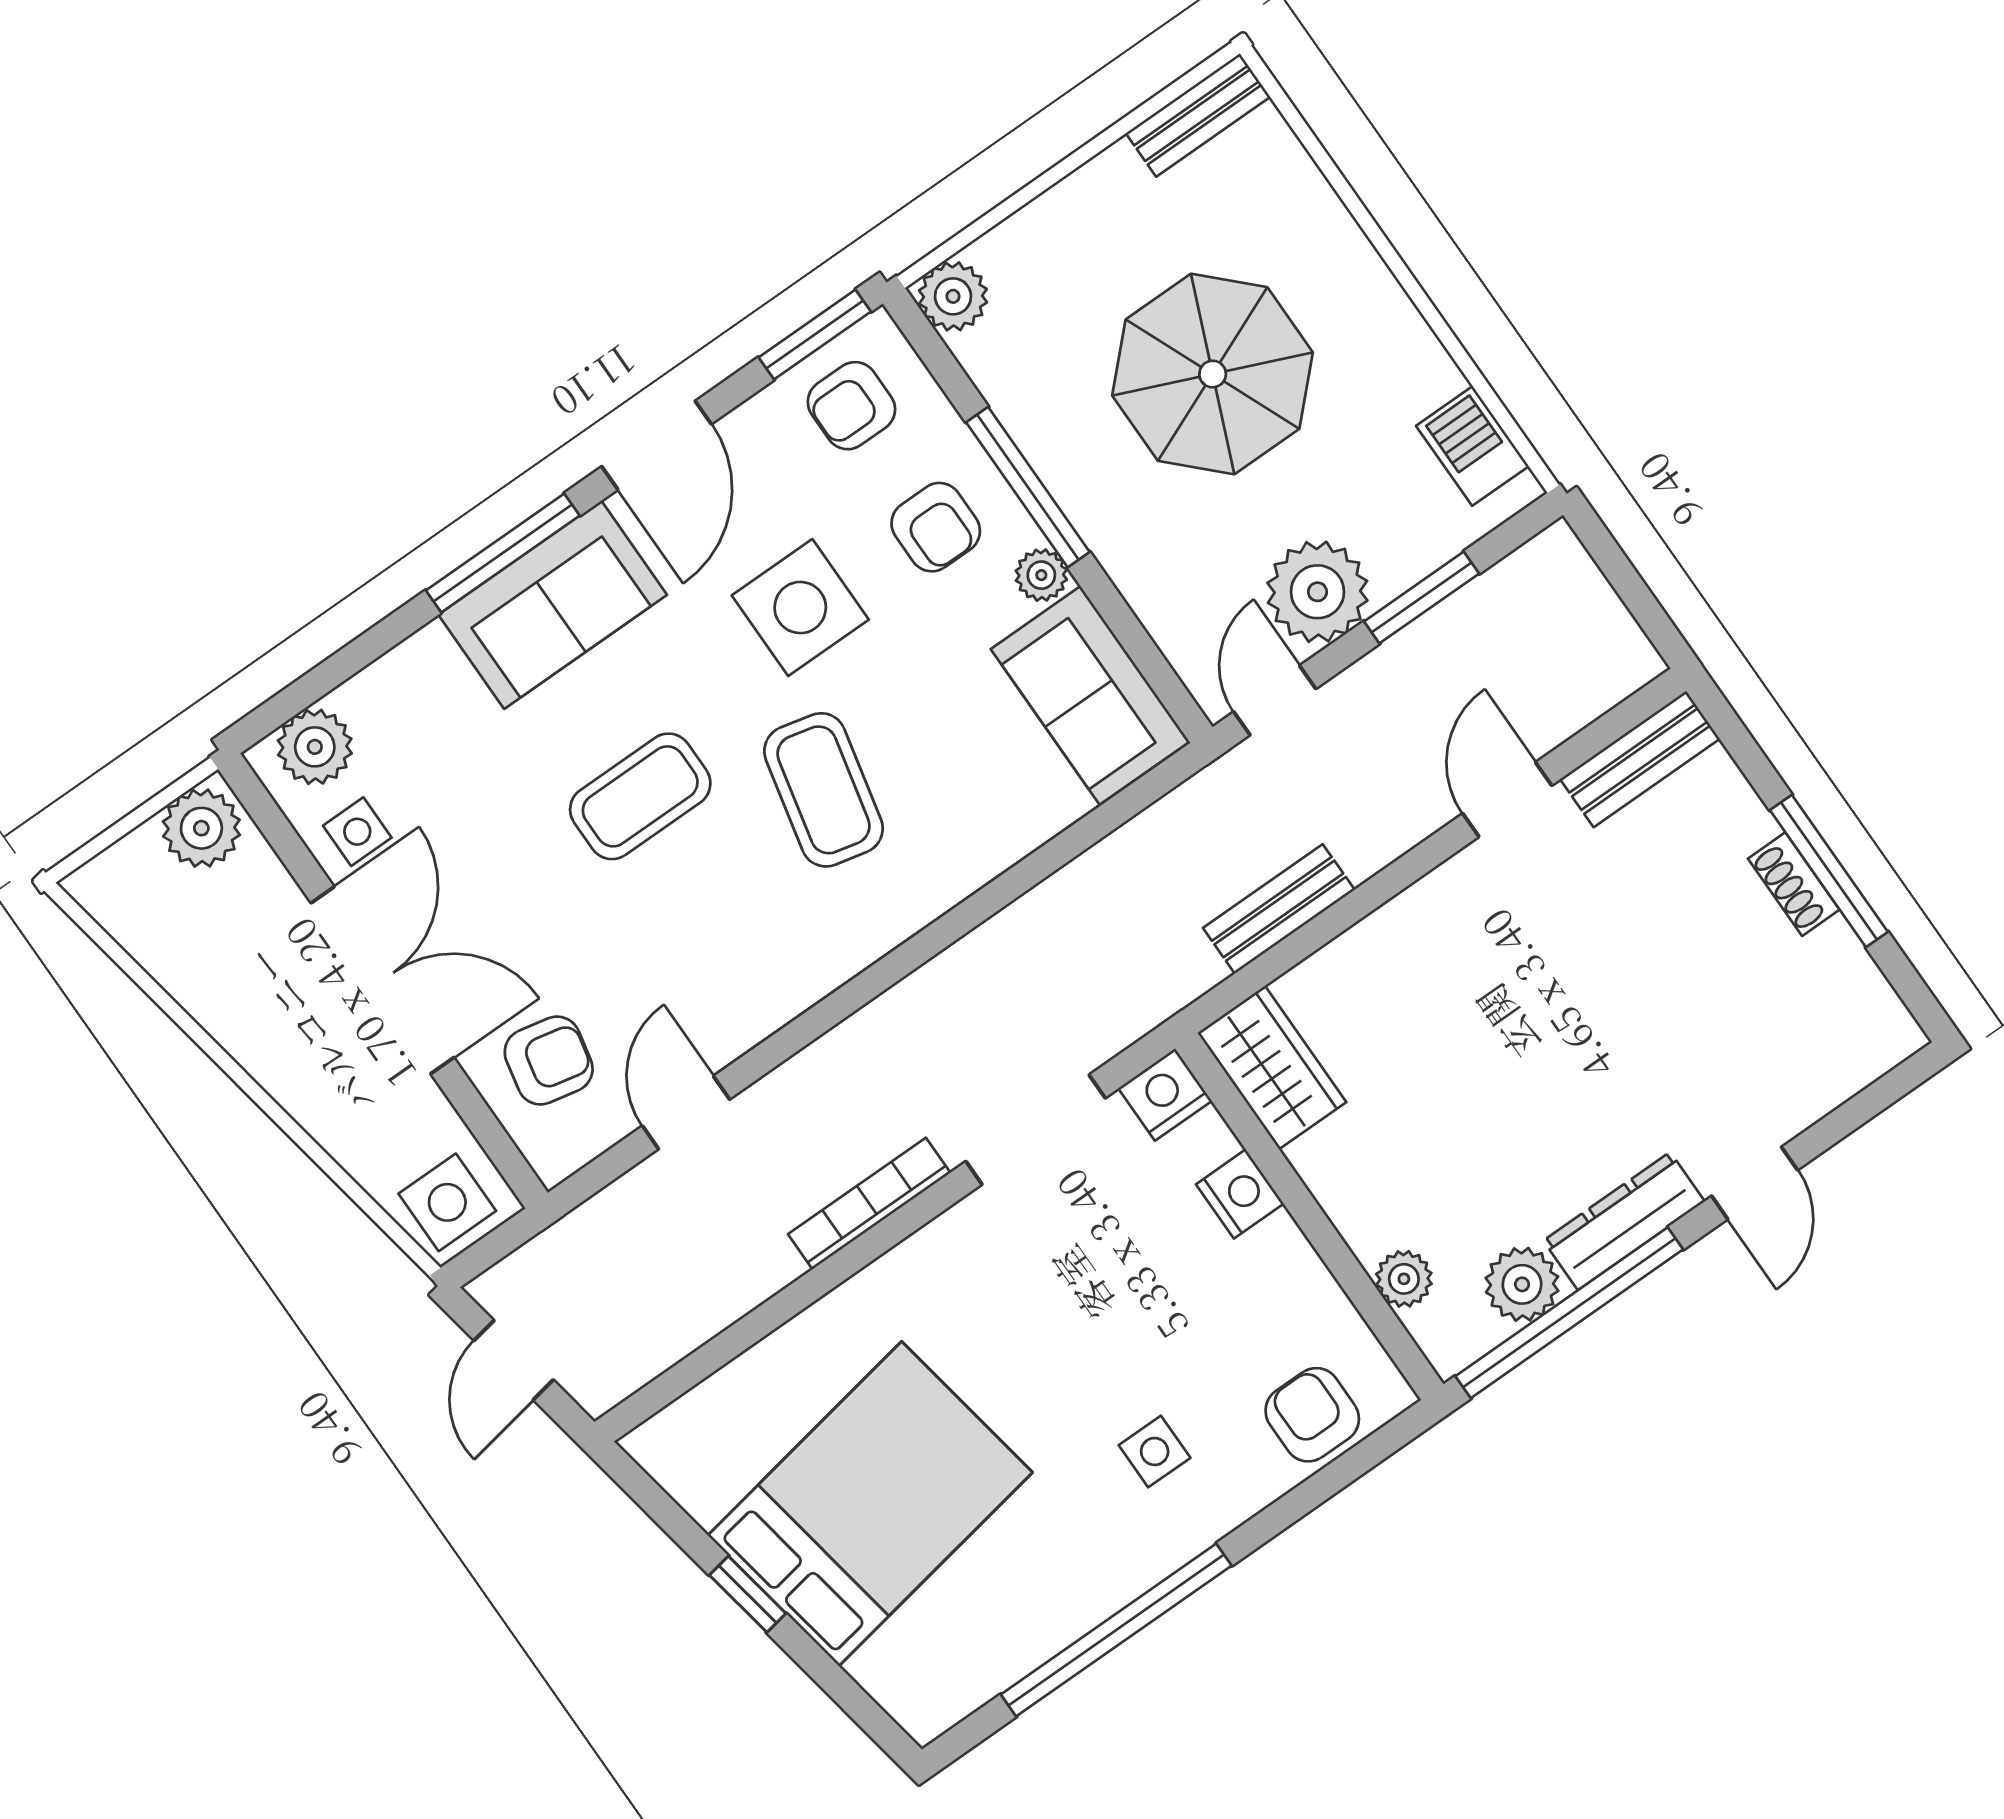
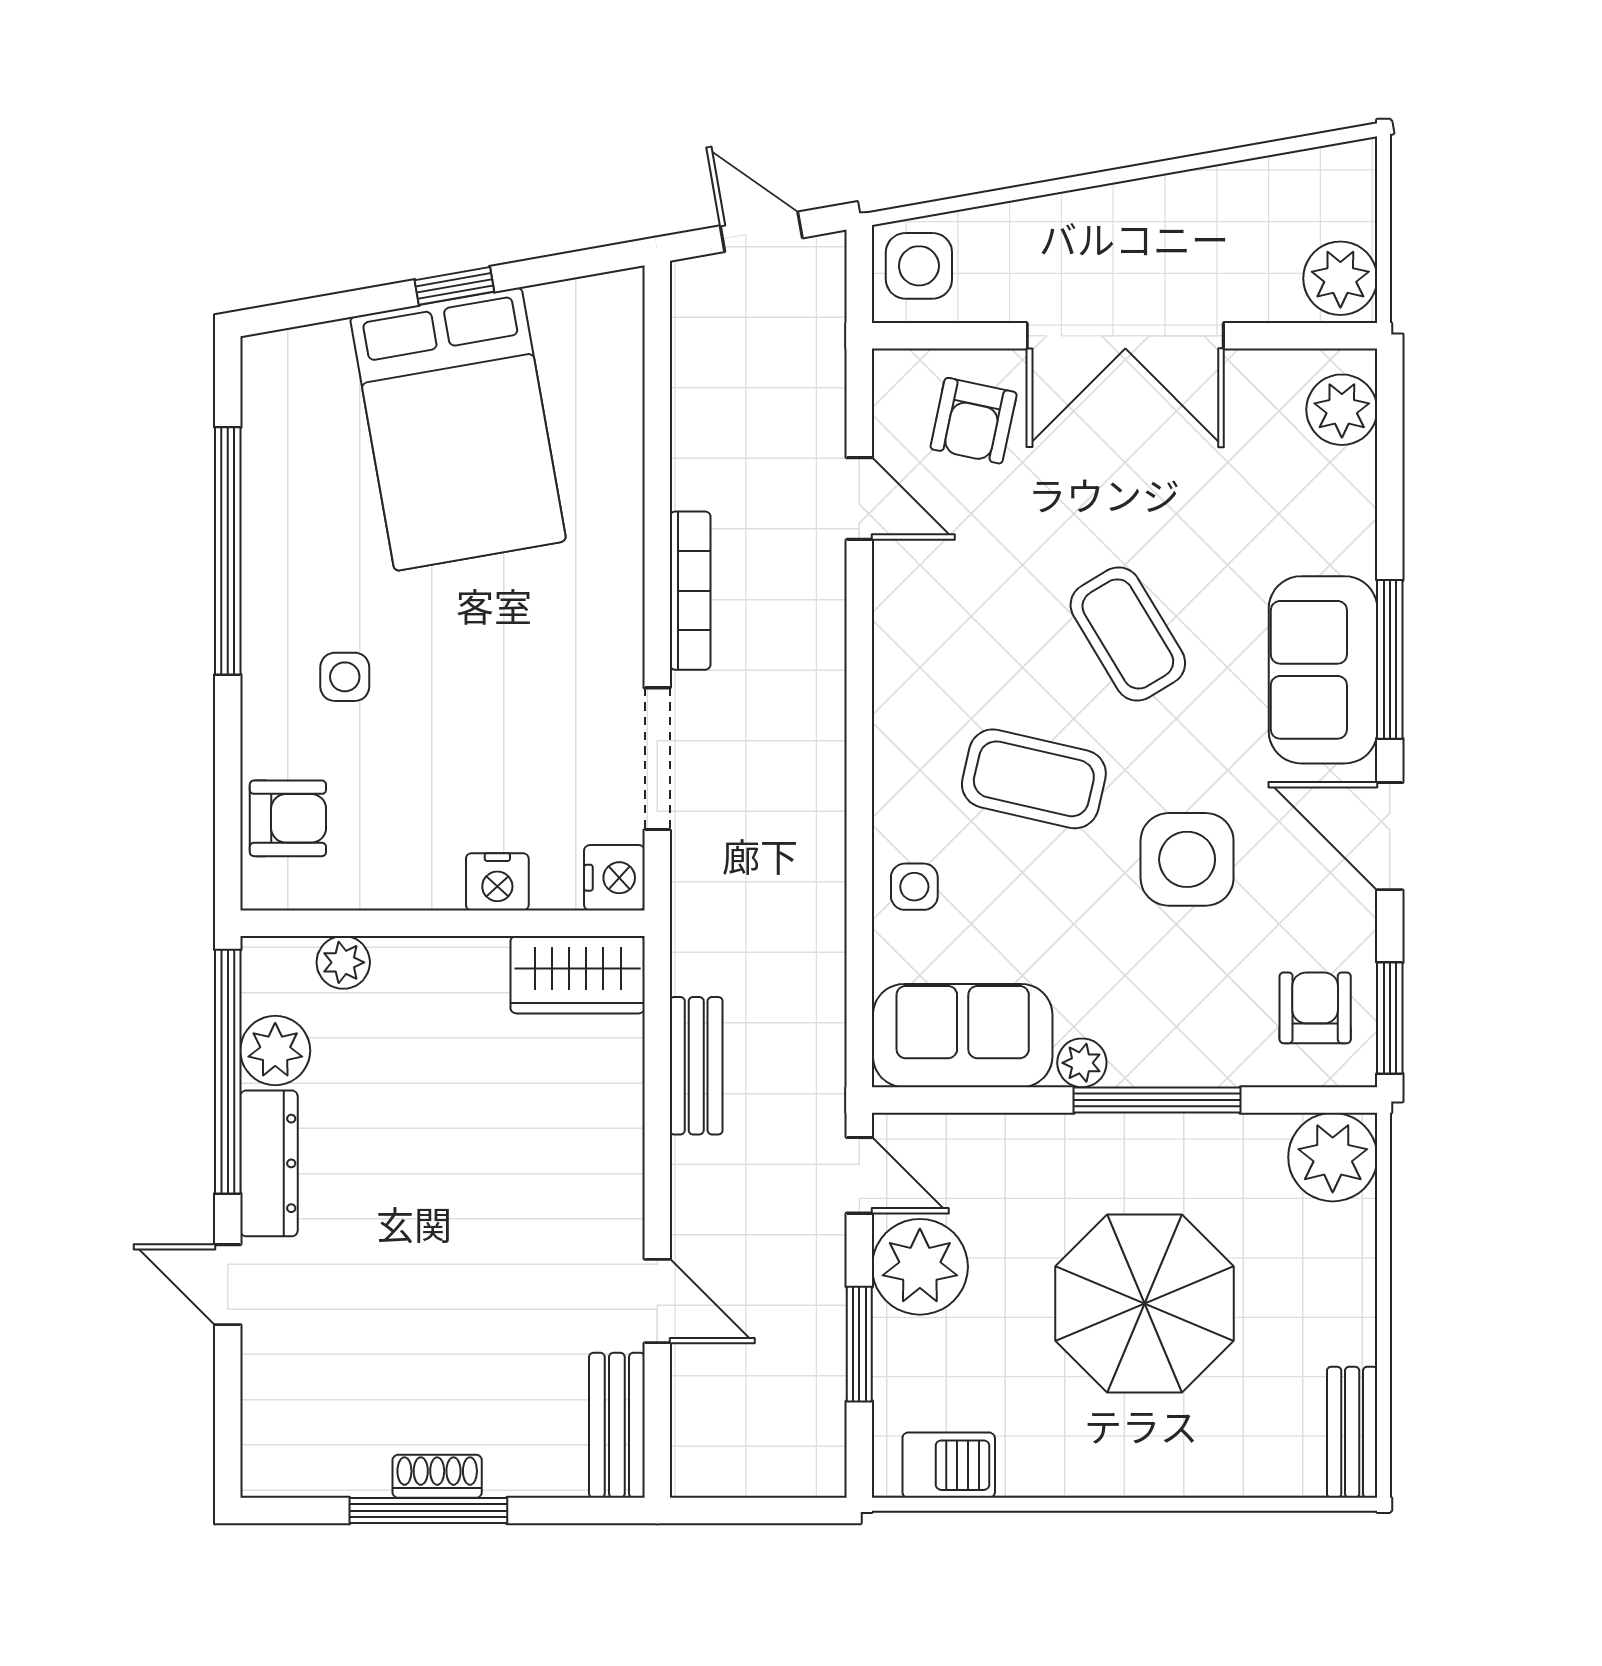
plant: (953, 296) -> (1333, 1157), width x1.36, depth x1.36
armchair: (936, 527) -> (1176, 1007), removed
coffee table: (640, 796) -> (1128, 634), turned -31
side table: (357, 832) -> (914, 887), moved

